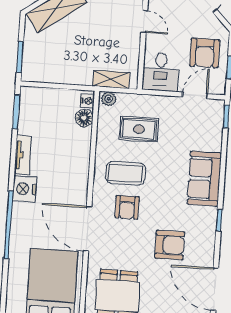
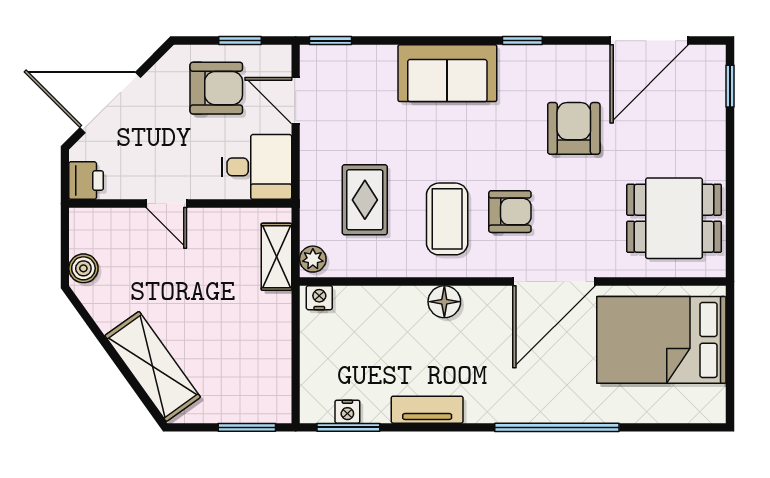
door: (144, 22) -> (166, 203), swing flipped
floor lamp: (84, 118) -> (444, 302), moved
nightstand: (24, 189) -> (347, 412), moved, width x0.53, depth x0.56

